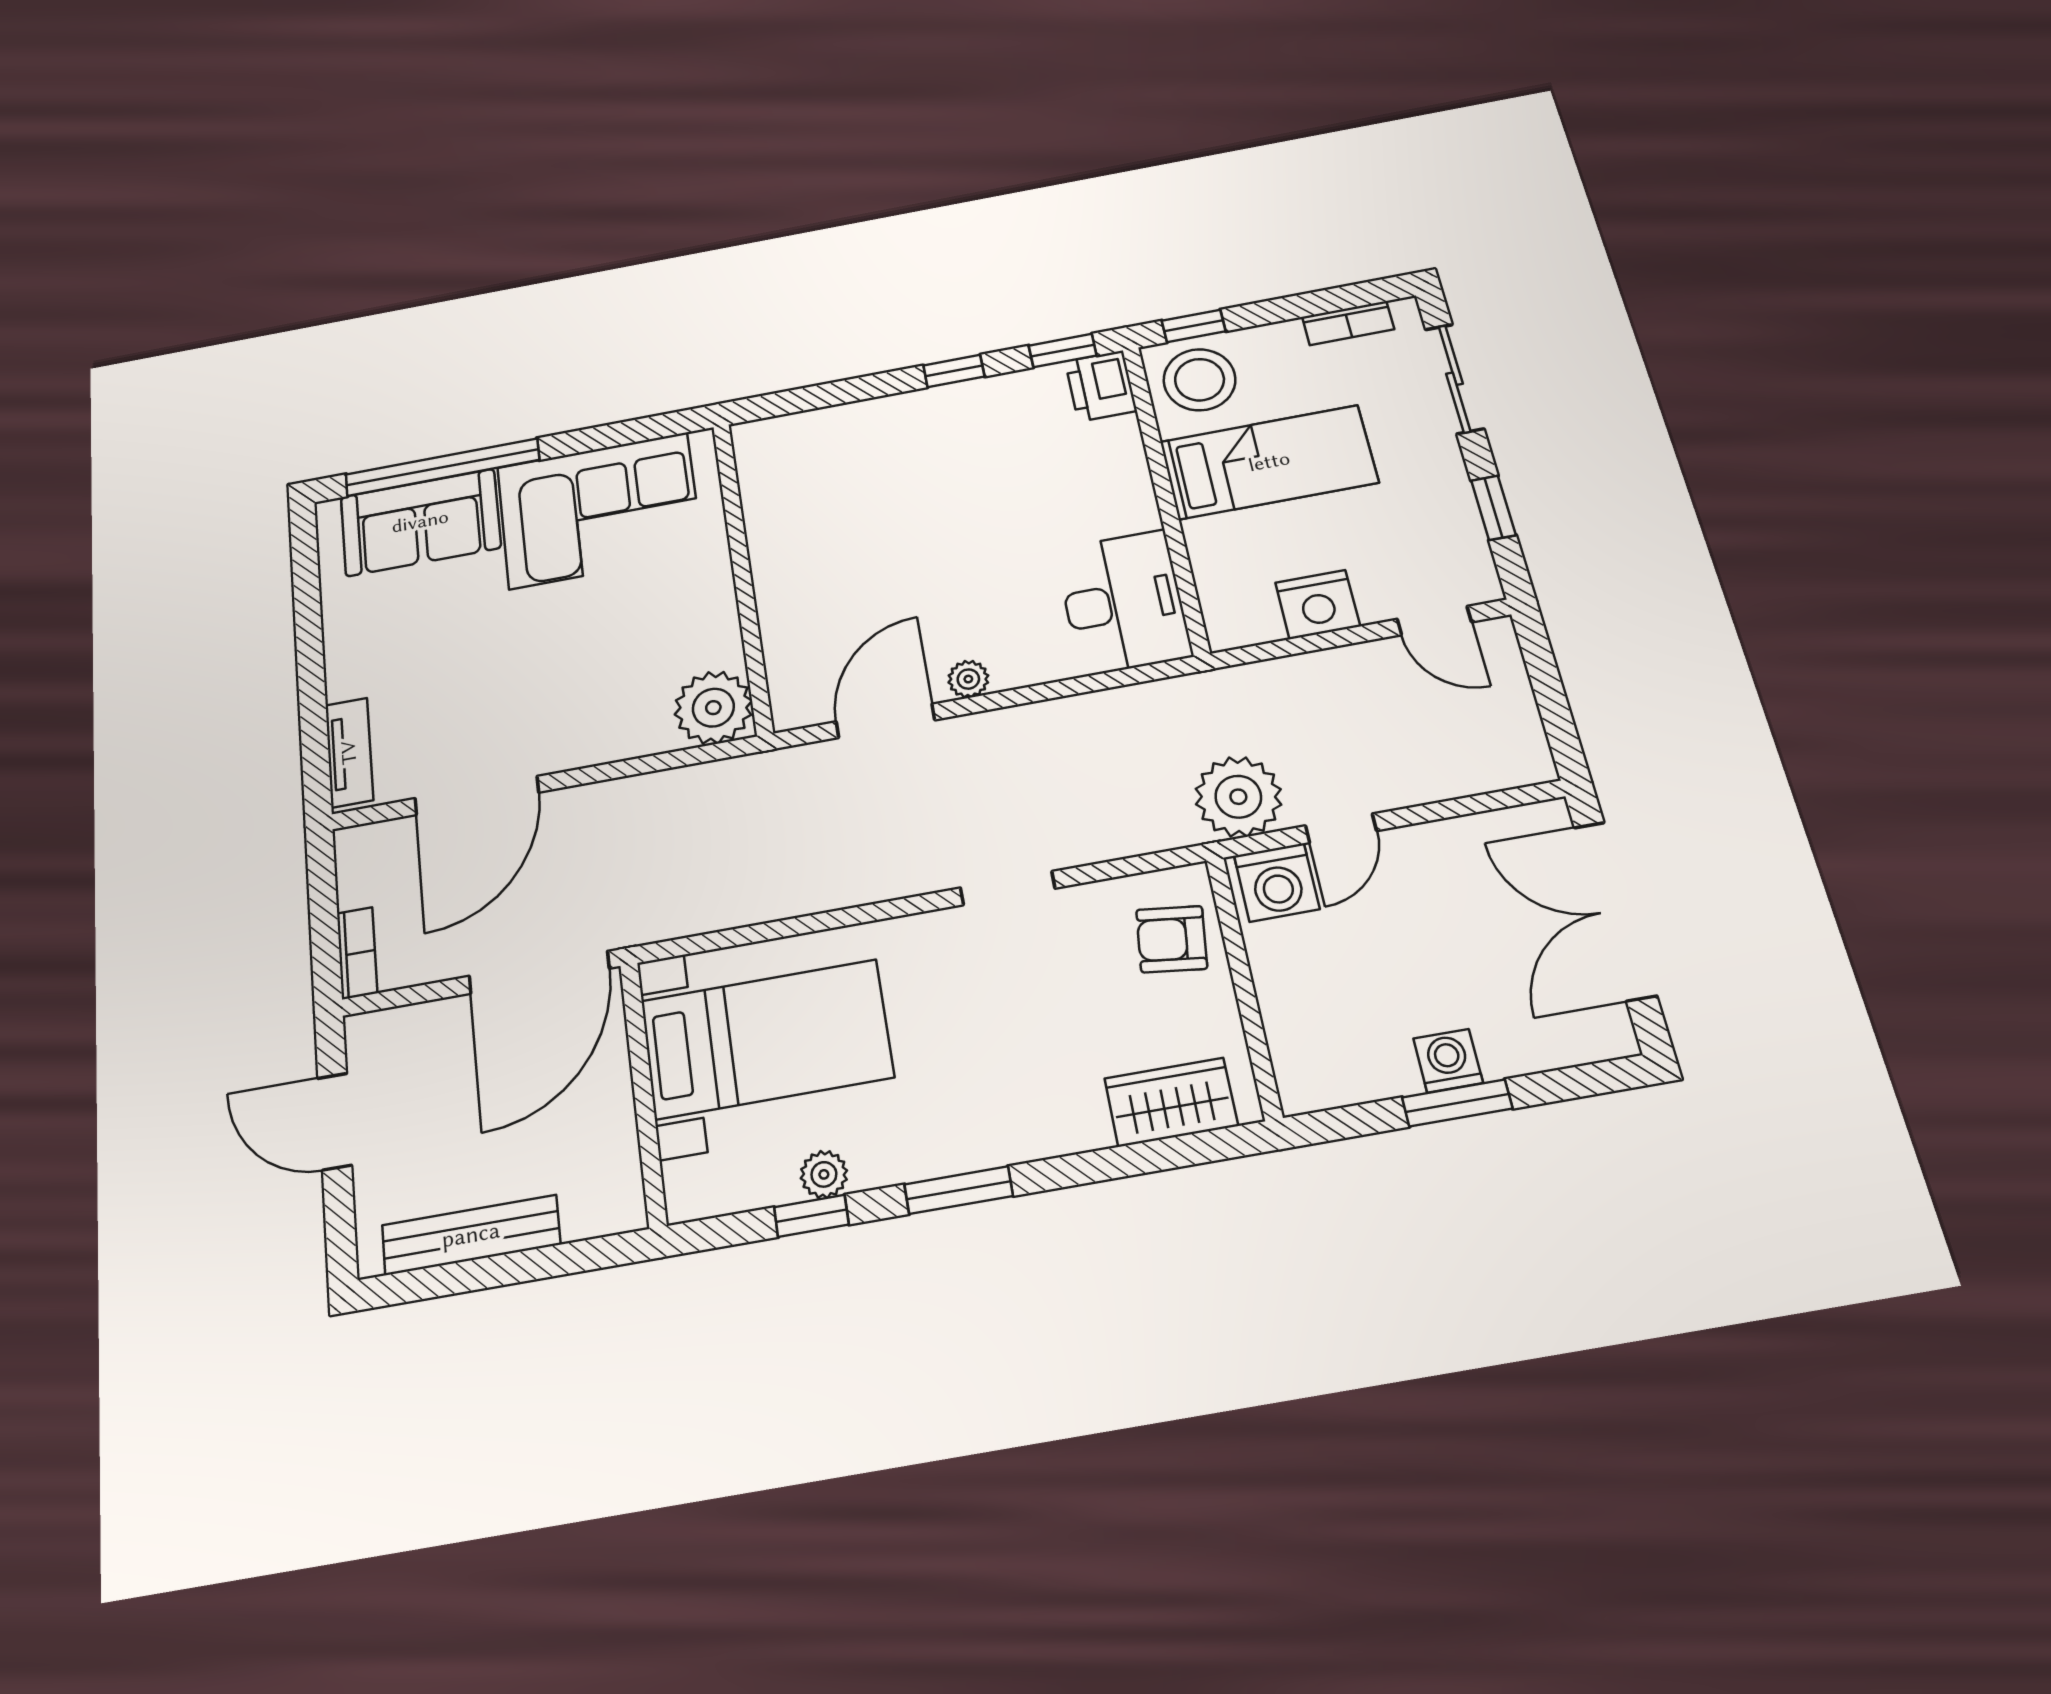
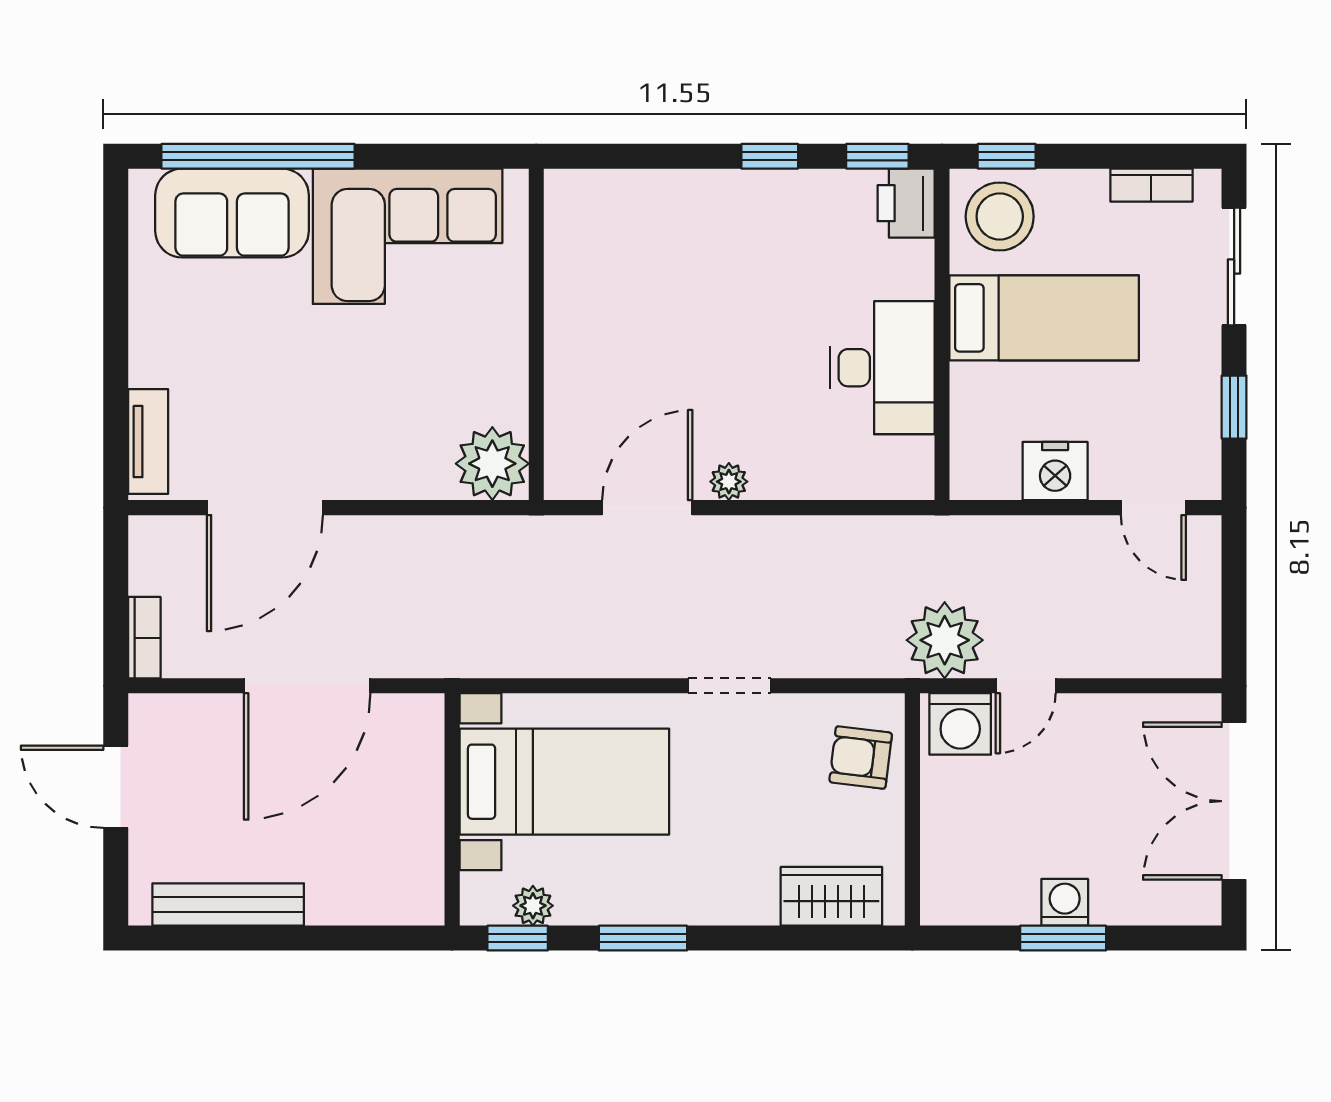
desk: (1123, 602) -> (882, 368), moved
bed with nightstands: (766, 1039) -> (564, 782), moved
wall: (643, 1093) -> (452, 809), moved

